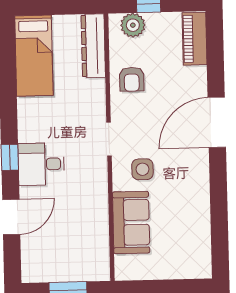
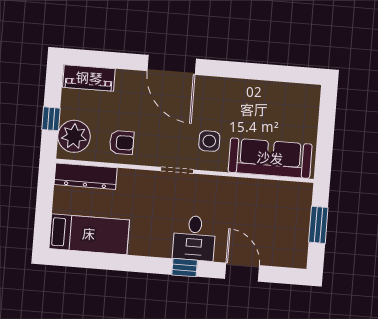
plant: (133, 25) -> (74, 136), width x1.36, depth x1.36
sofa: (131, 222) -> (270, 158), width x1.36

